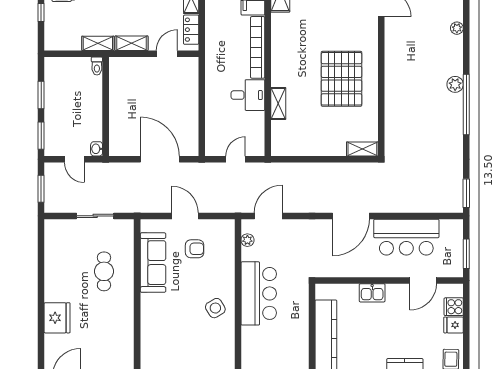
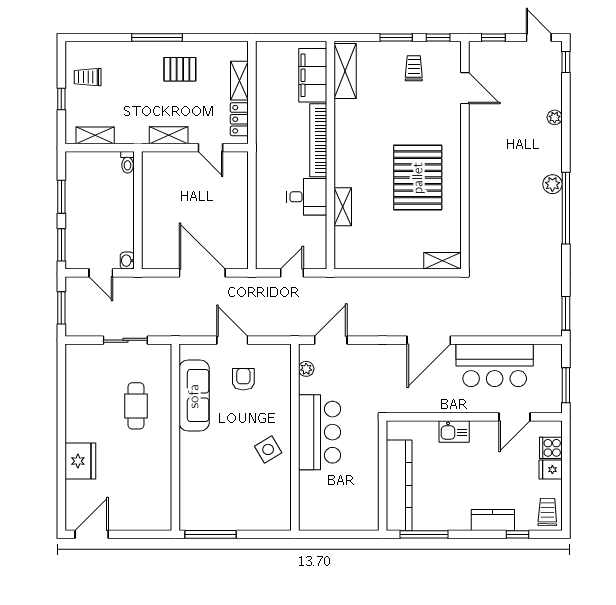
shelving: (98, 43) -> (95, 135), moved
door: (167, 54) -> (211, 148), swing flipped
armchair: (195, 249) -> (243, 379), turned -90

